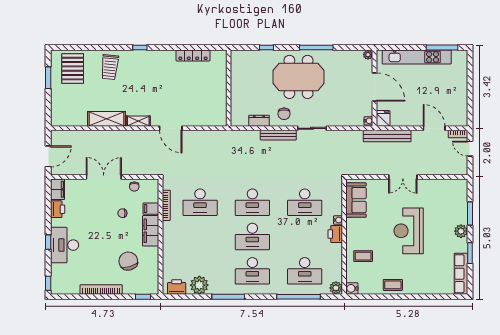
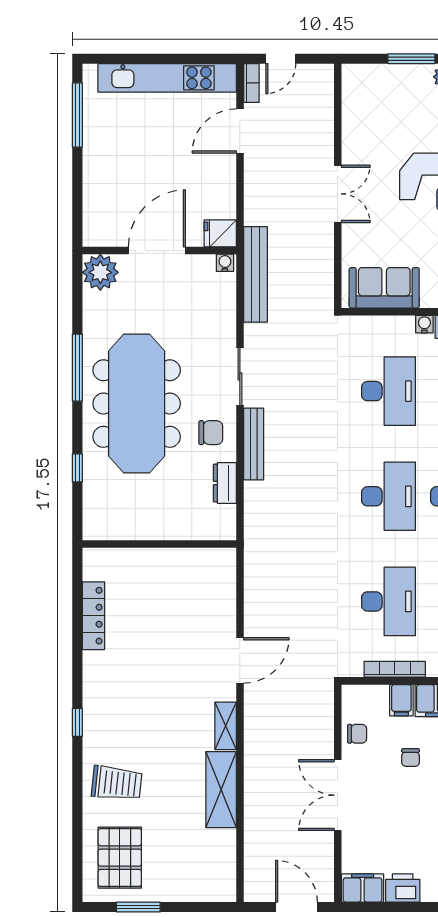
plant: (368, 55) -> (100, 272), width x1.88, depth x1.88
kitchen unit: (417, 57) -> (167, 78), moved, turned 90
pallet: (73, 69) -> (120, 858), turned 90
meeting table: (298, 77) -> (137, 404), width x1.36
bench: (387, 136) -> (255, 274), moved

